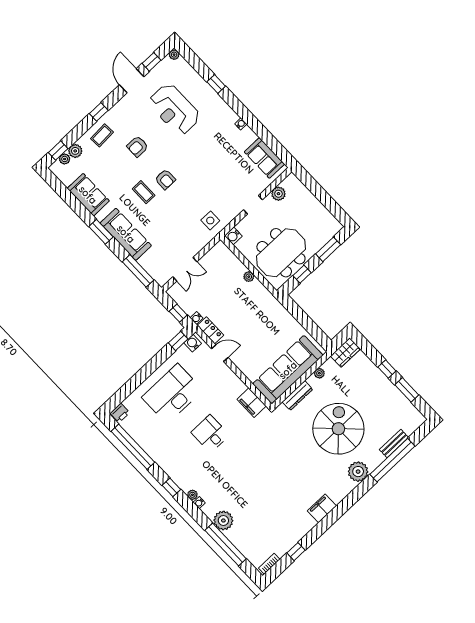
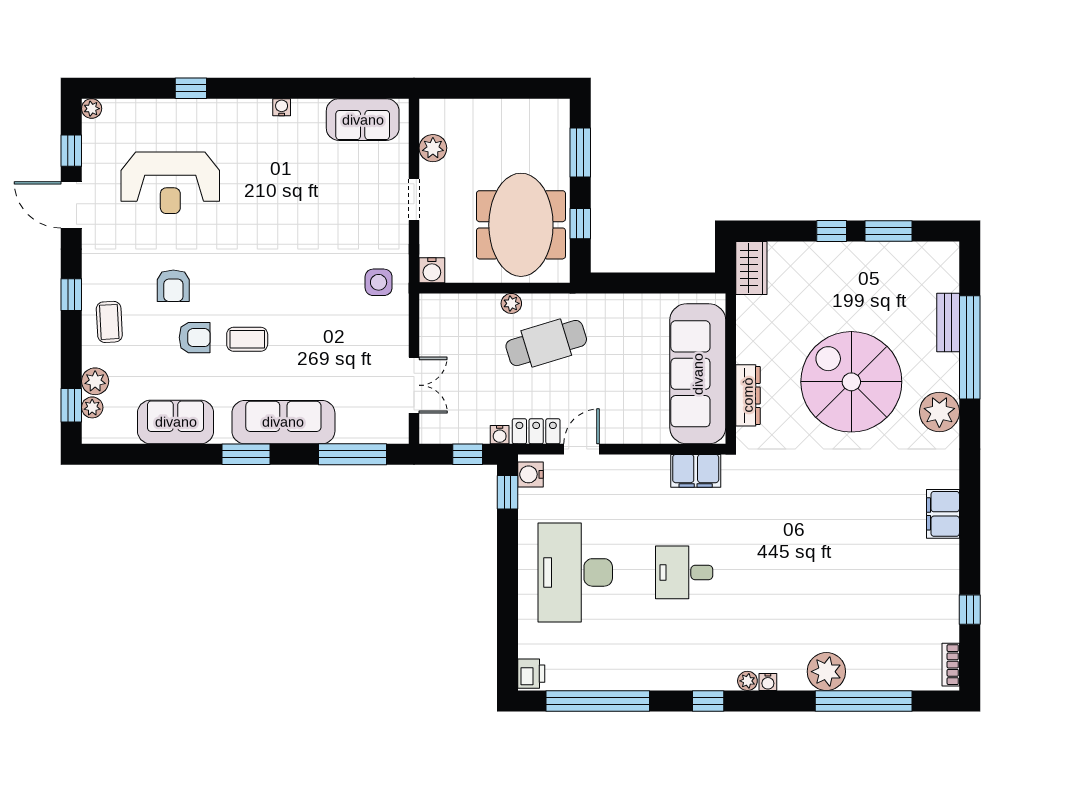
armchair: (165, 179) -> (195, 338), moved
cafe table: (246, 303) -> (546, 343), added
plant: (319, 373) -> (746, 334), removed

